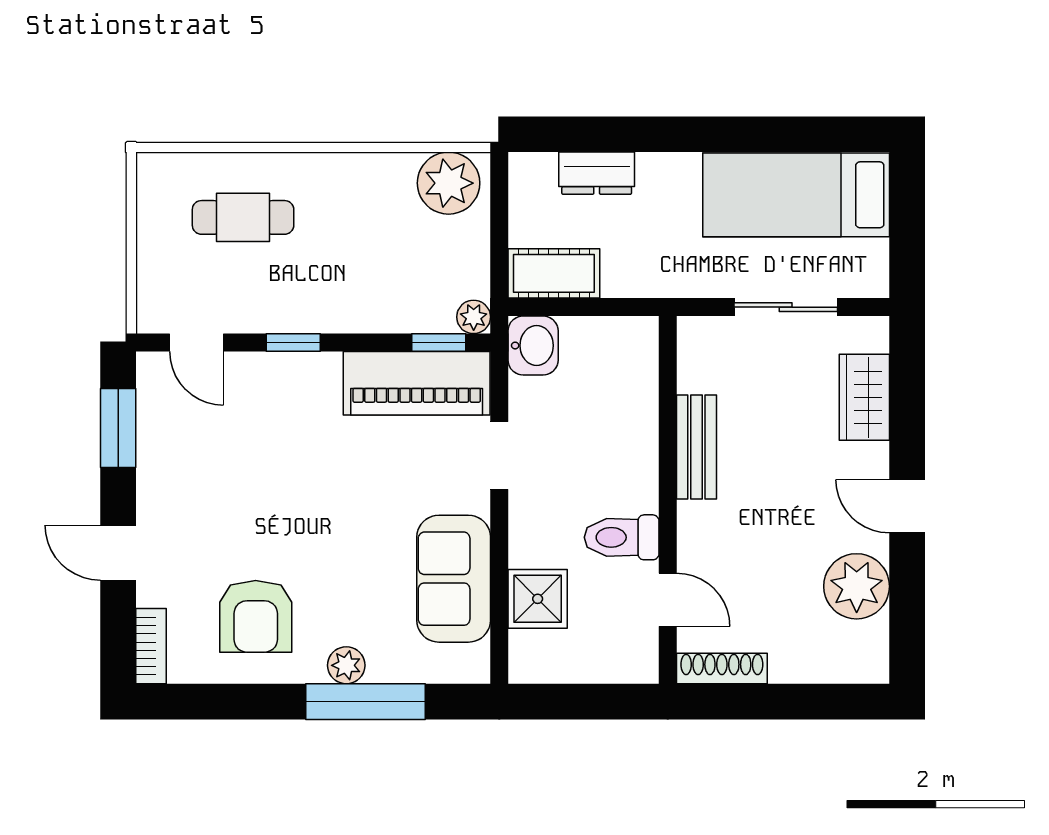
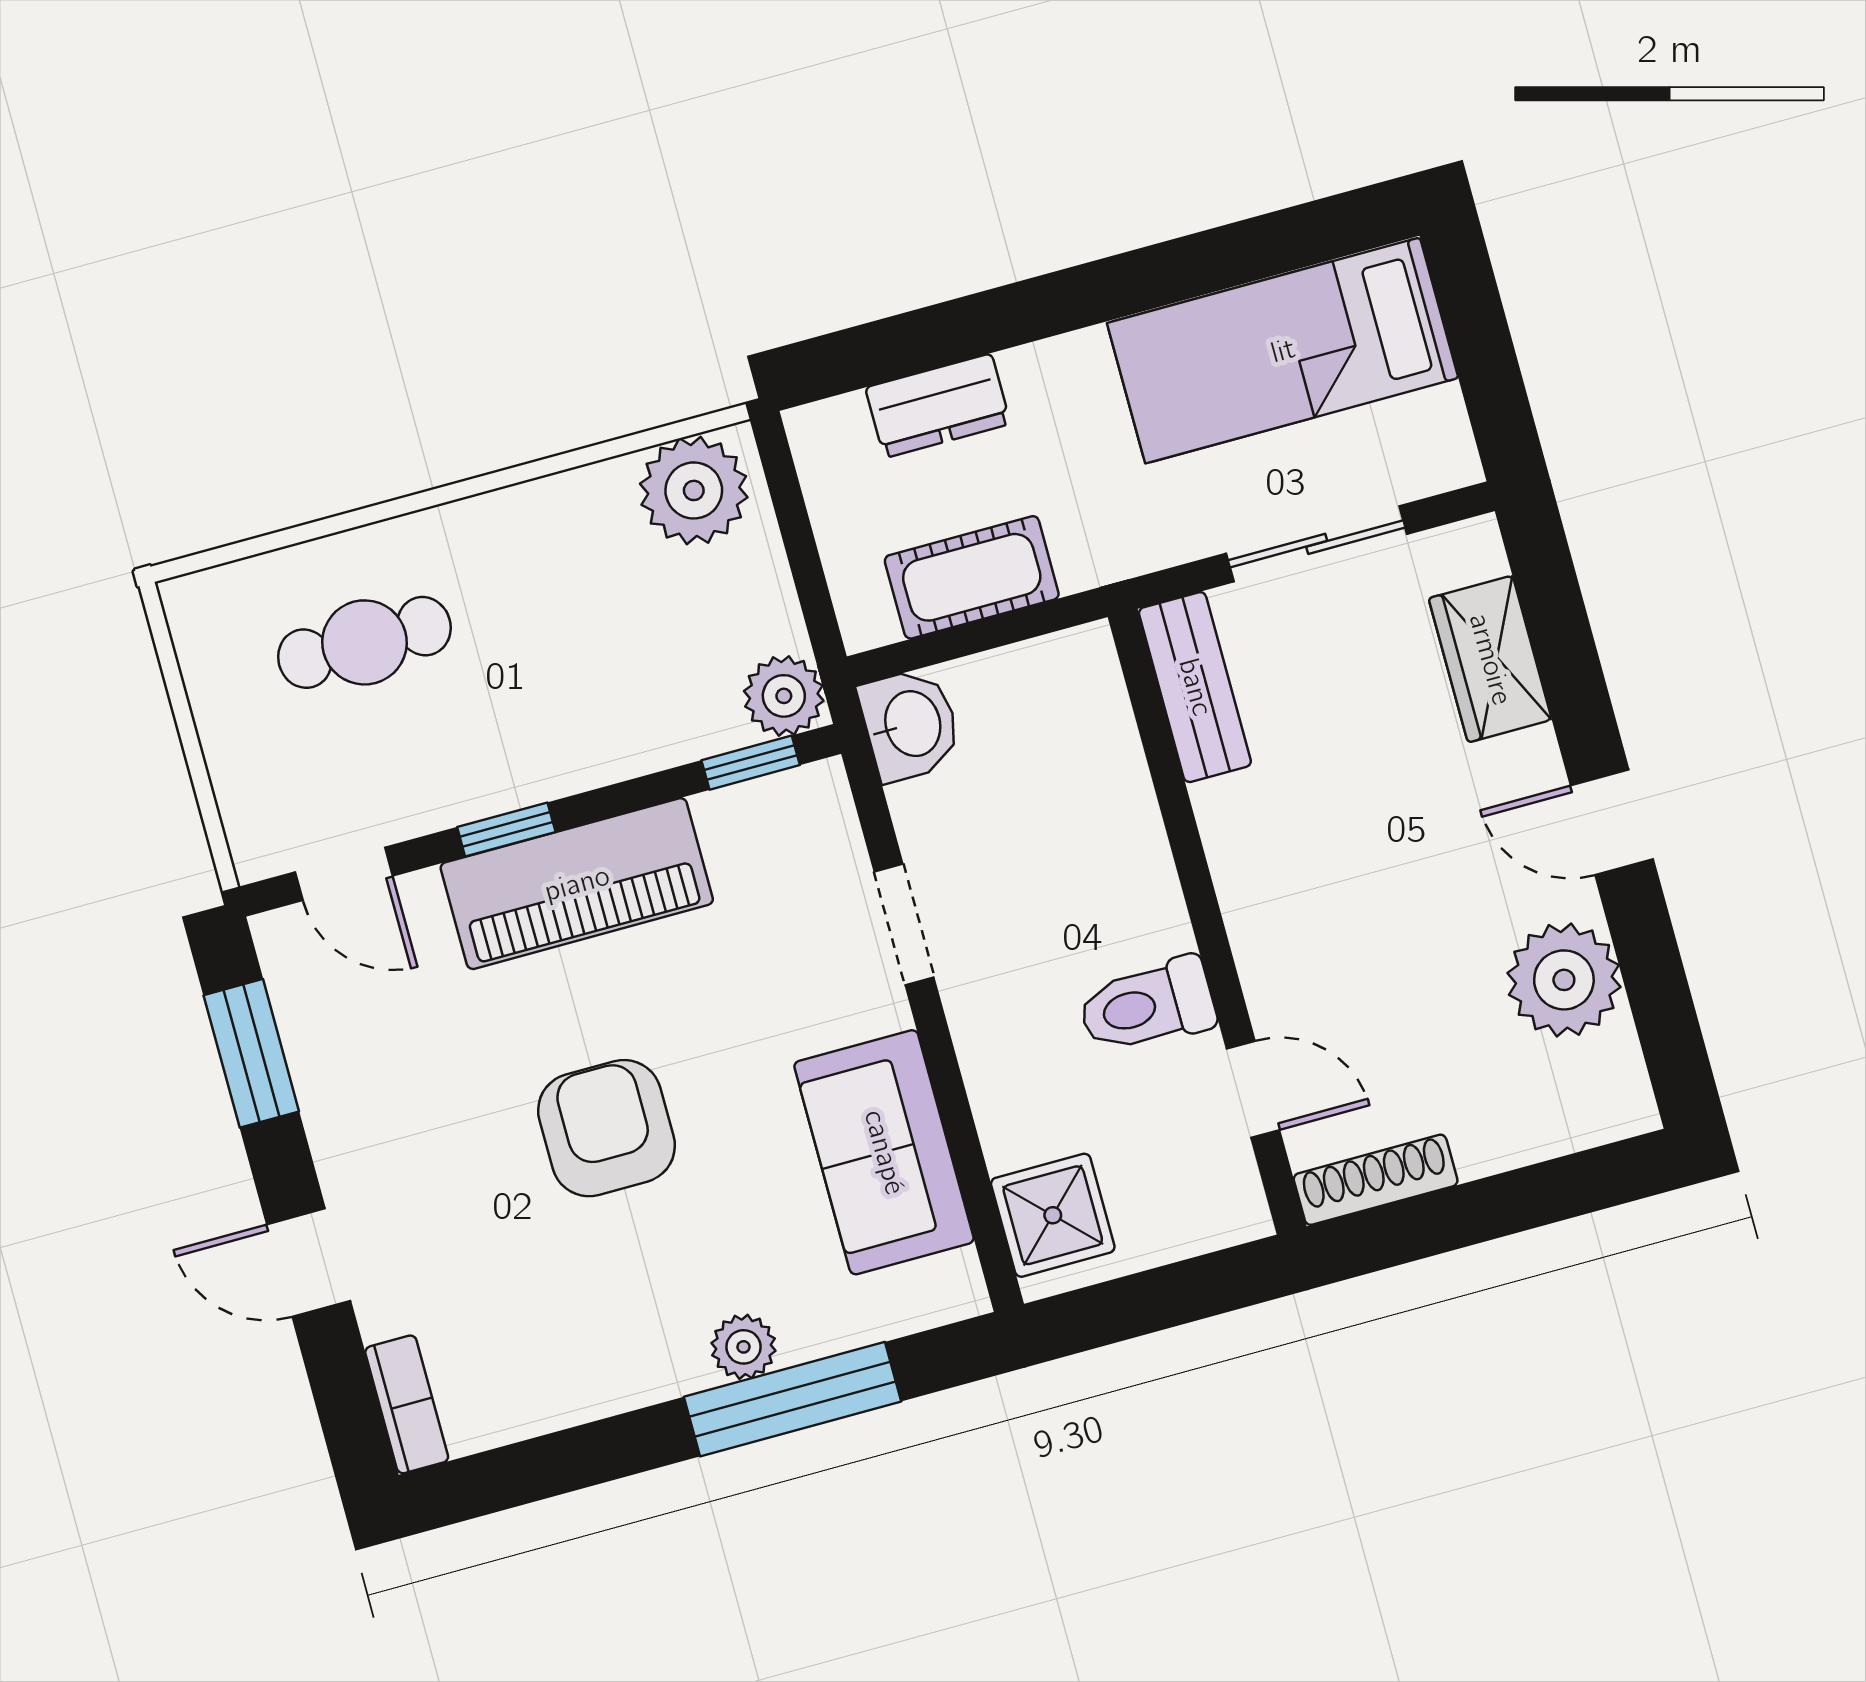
cot: (554, 273) -> (972, 577), moved
plant: (474, 317) -> (784, 696), width x1.38, depth x1.38
piano: (417, 383) -> (577, 884), moved
bench: (696, 447) -> (1195, 687), moved
shower: (538, 599) -> (1053, 1215), moved
armchair: (256, 616) -> (607, 1128), moved, turned 180

